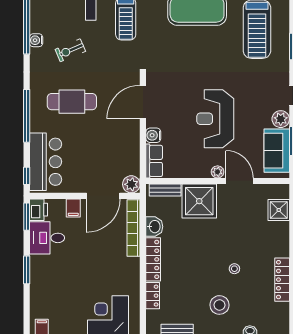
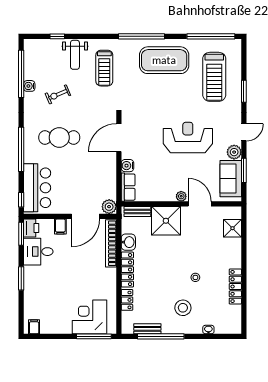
reception desk: (215, 119) -> (188, 138), moved, turned 90

